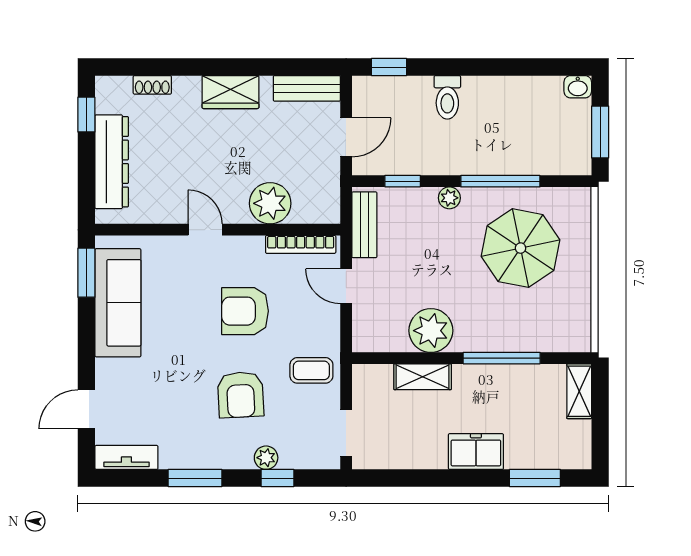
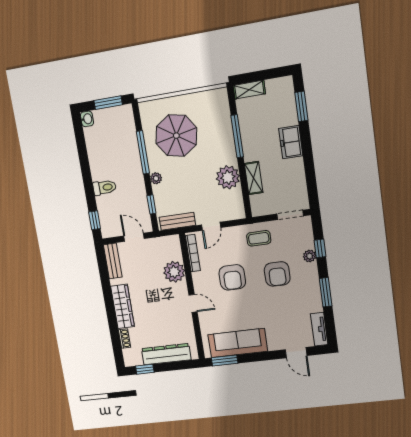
wardrobe: (230, 92) -> (123, 306), width x1.50
door: (205, 230) -> (193, 303), swing flipped
coffee table: (311, 370) -> (259, 238), turned 90
armchair: (241, 395) -> (277, 274), turned 93

